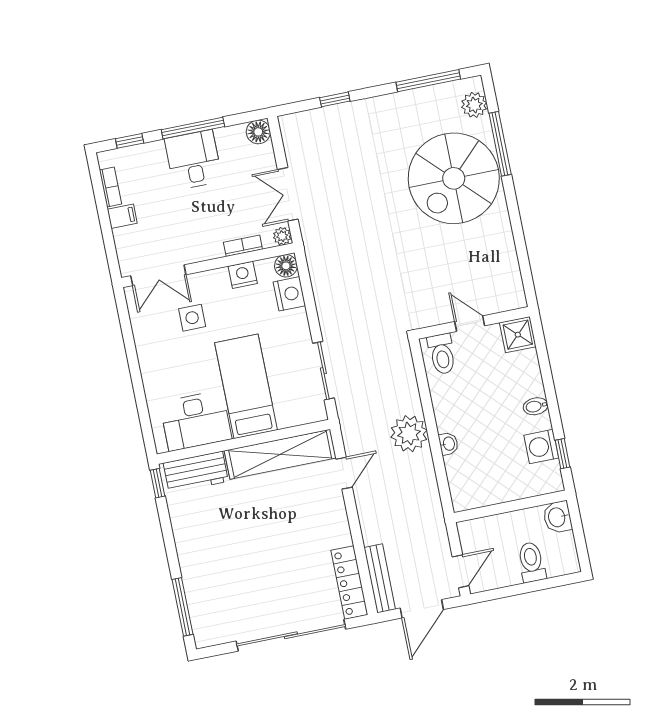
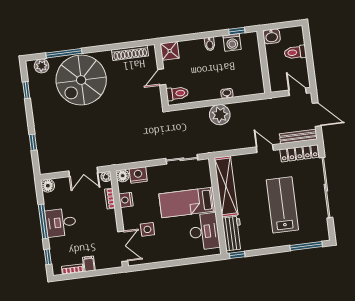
window: (428, 81) -> (26, 90), width x0.46
spiral stairs: (454, 178) -> (81, 80), turned 90
shoe rack: (509, 263) -> (130, 53), added
door: (344, 473) -> (265, 149), moved
lab bench: (254, 559) -> (282, 205), added

